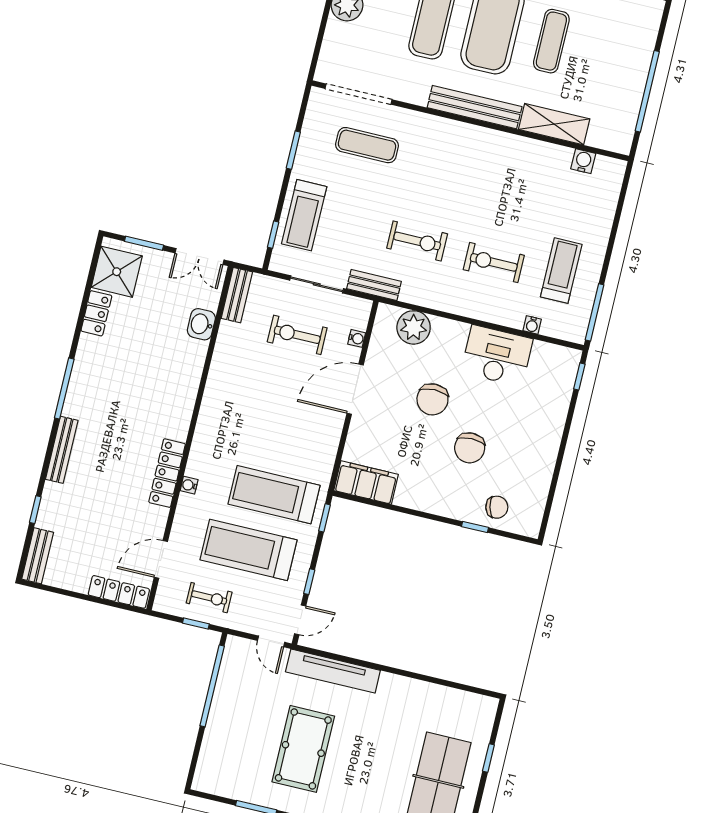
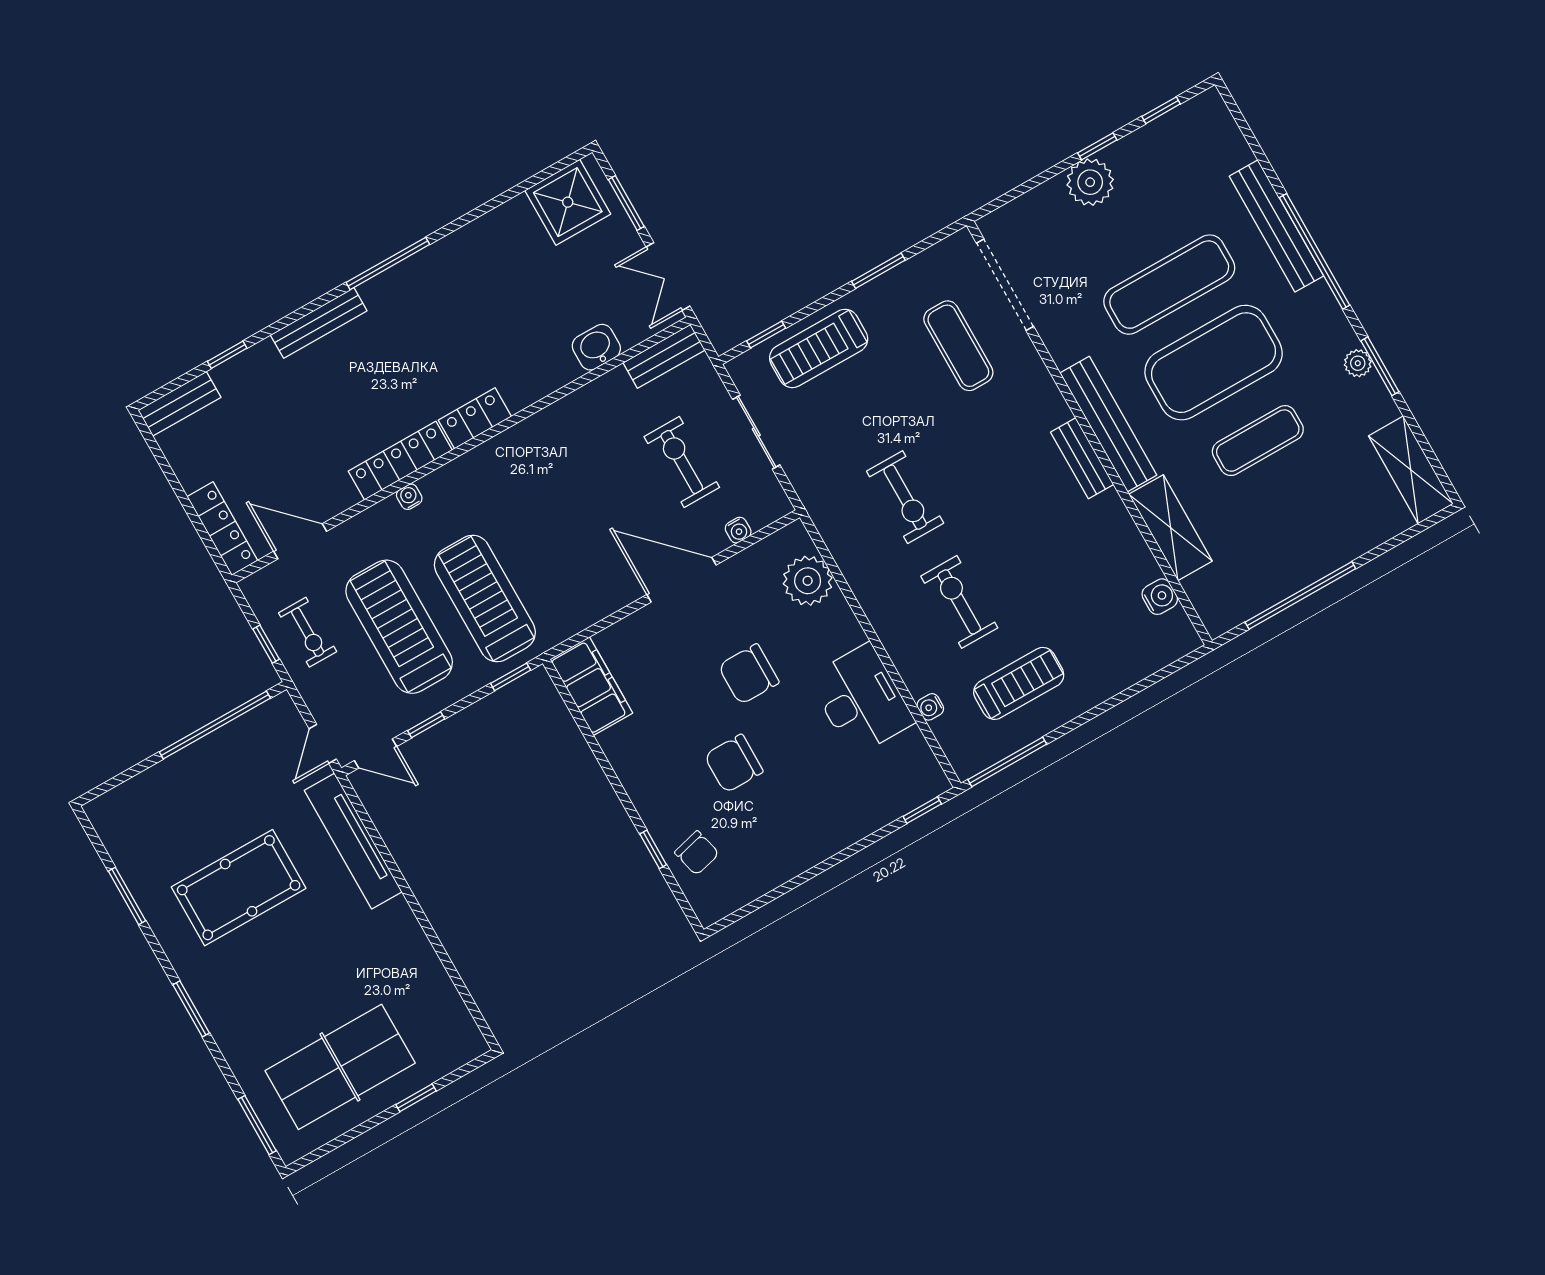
bench: (374, 285) -> (1082, 458), moved
locker: (96, 313) -> (475, 418), moved, turned 180

